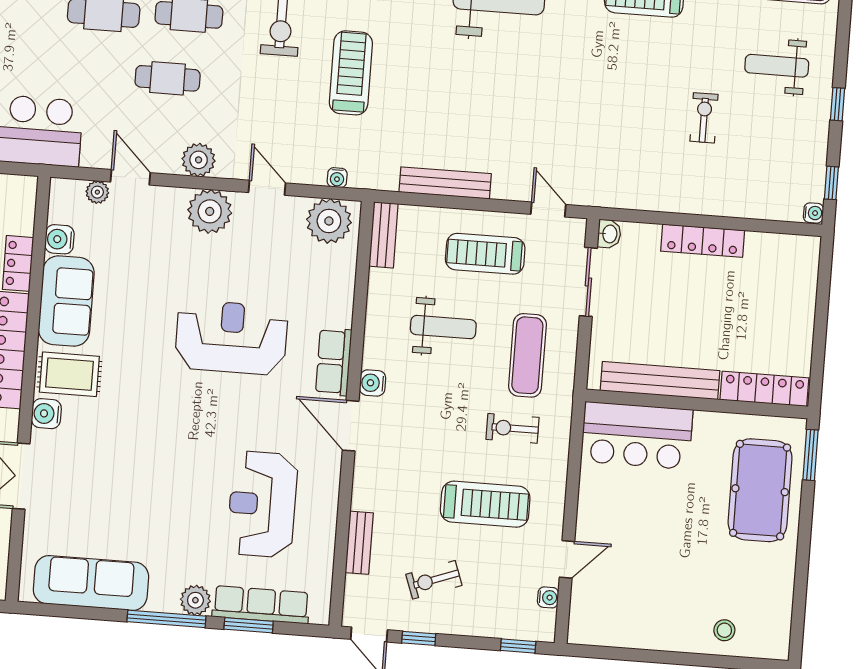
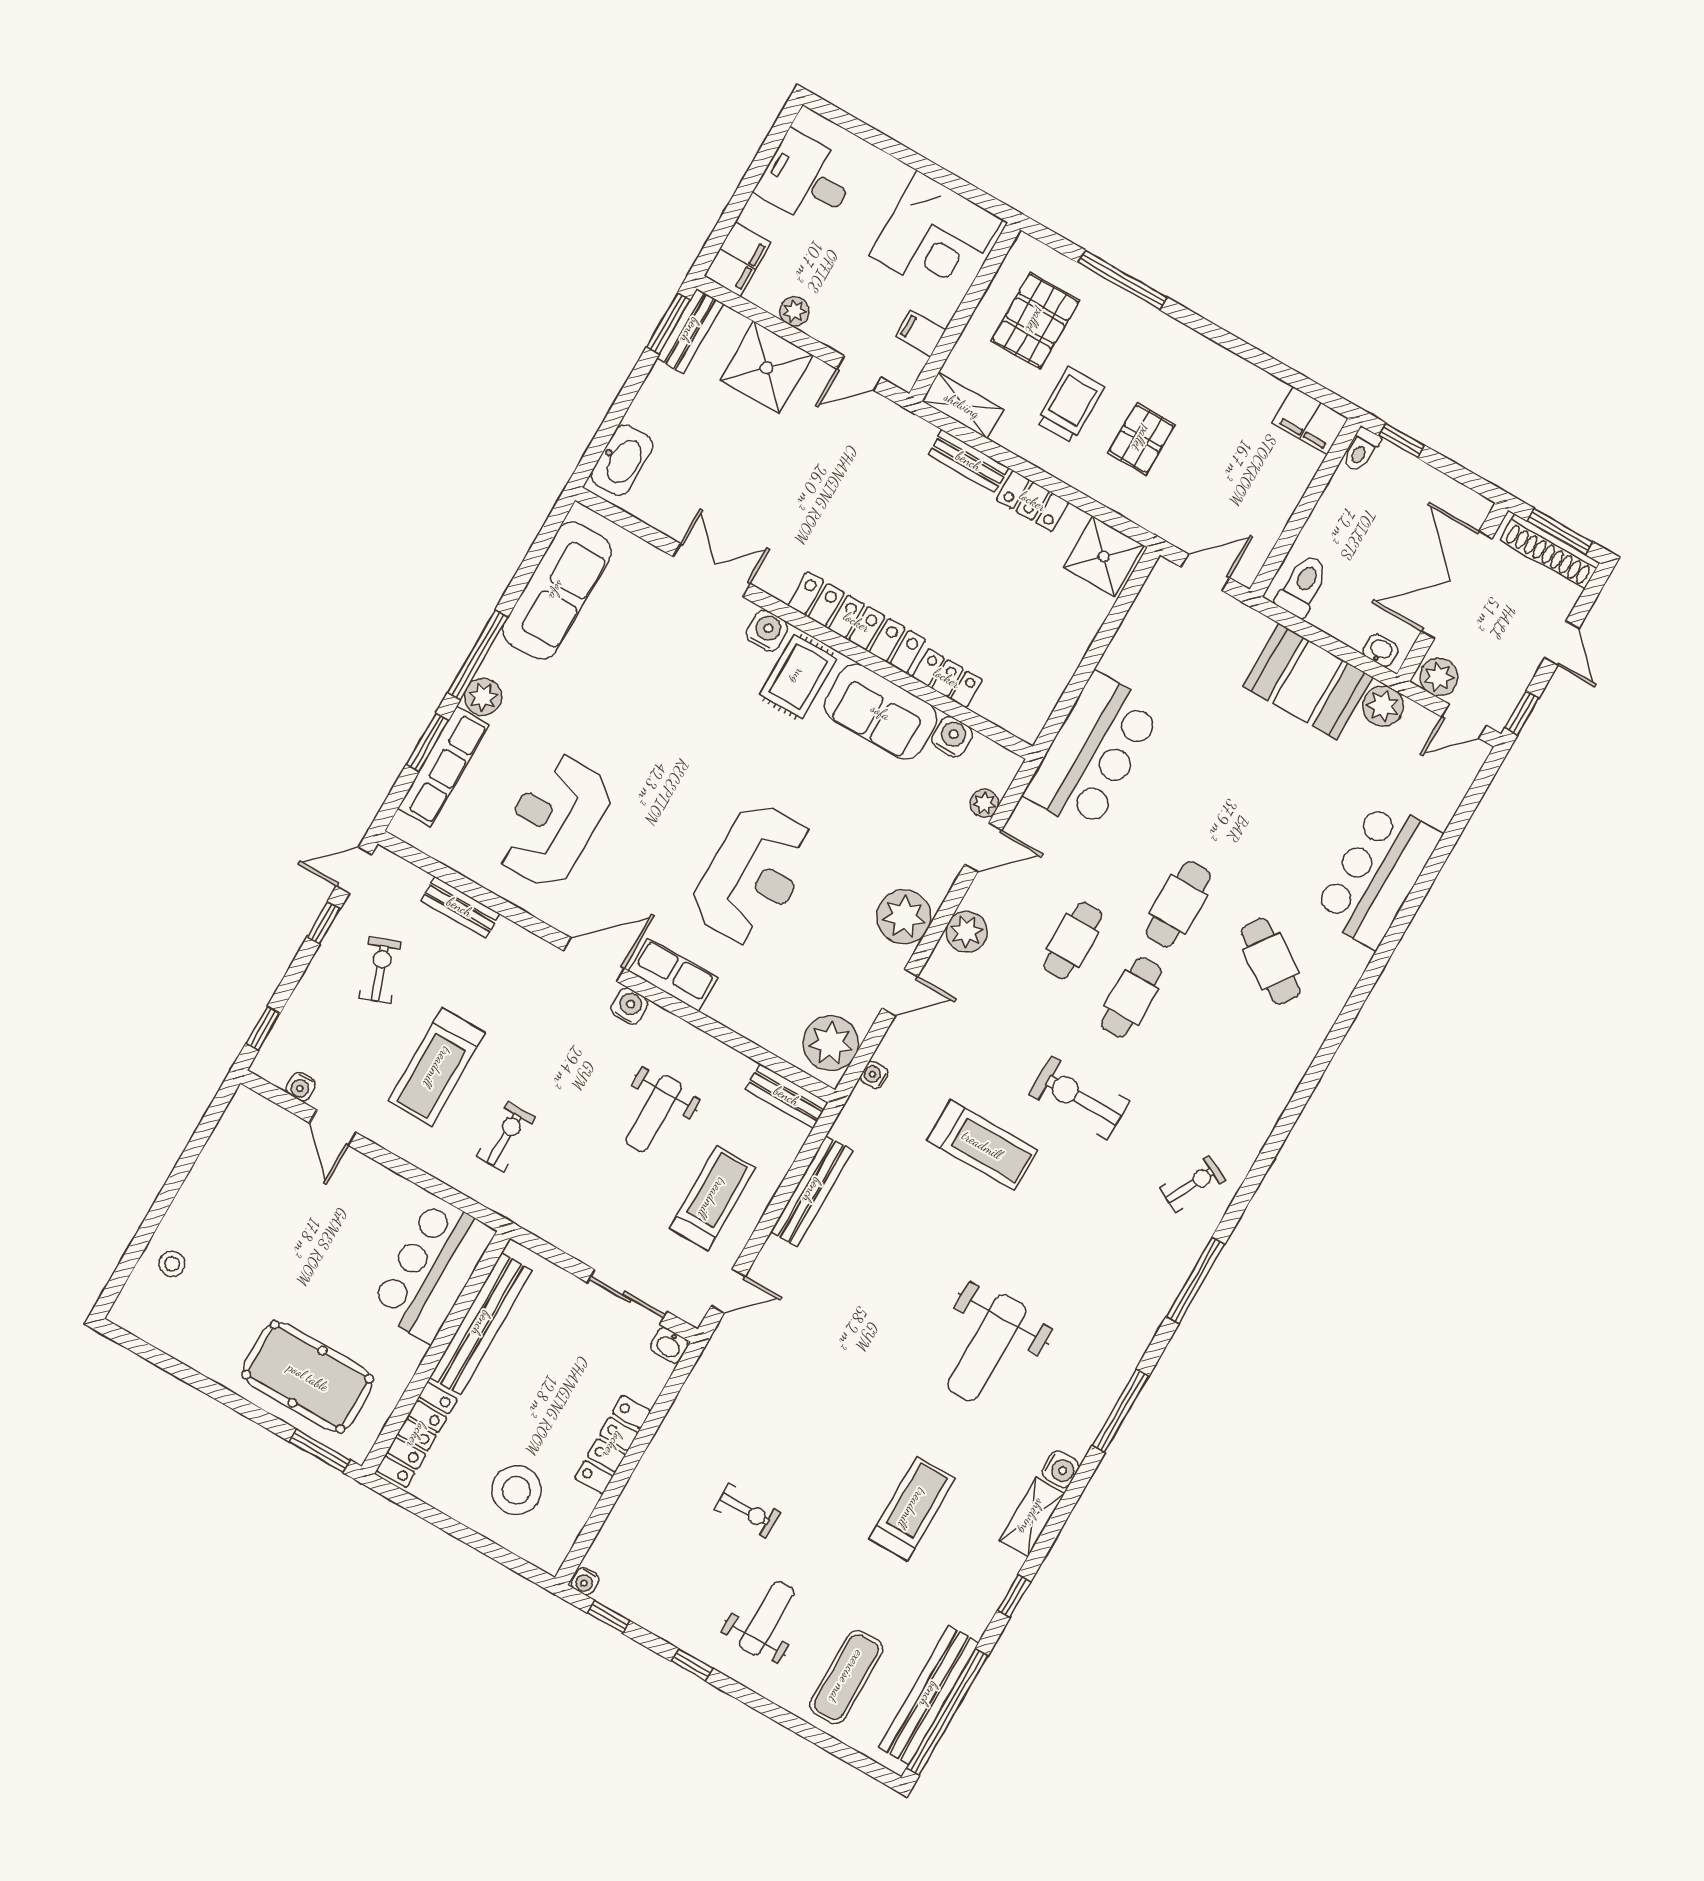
stool: (770, 296) -> (516, 1490), added
exercise mat: (527, 355) -> (578, 1191), removed
reception desk: (262, 504) -> (554, 821), turned -90

